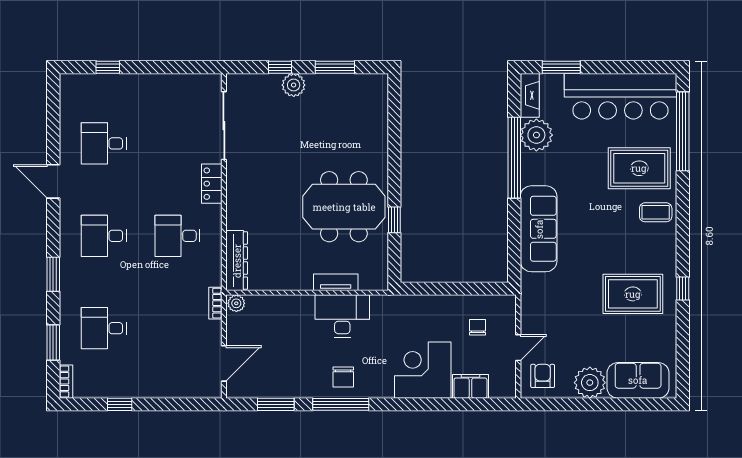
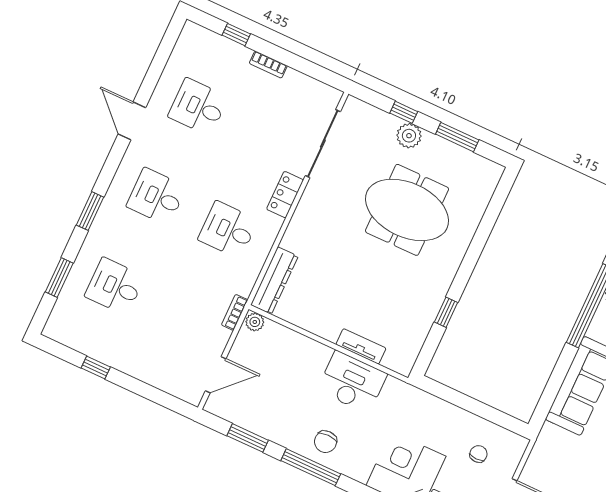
meeting table: (344, 207) -> (407, 210), moved
bookcase: (66, 382) -> (268, 64), moved, turned 90

